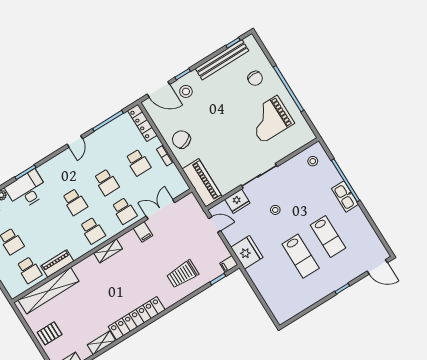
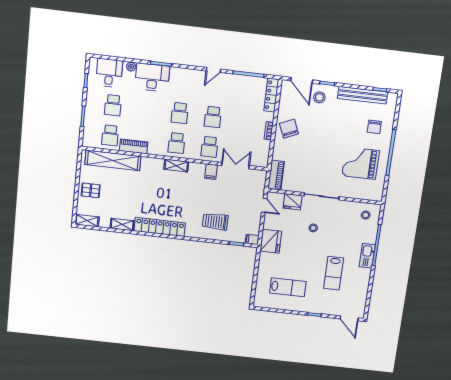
school desk: (138, 163) -> (246, 121), removed
piano: (202, 183) -> (276, 175), width x0.73, depth x0.75
lab bench: (301, 256) -> (288, 287), moved, turned -90

